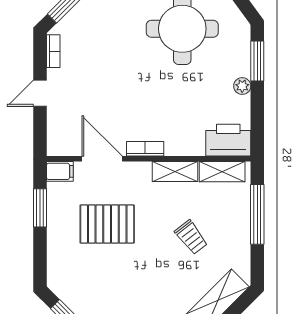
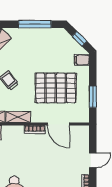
filing cabinet: (60, 171) -> (82, 60), moved
pallet: (107, 224) -> (56, 88), width x1.37, depth x1.41

